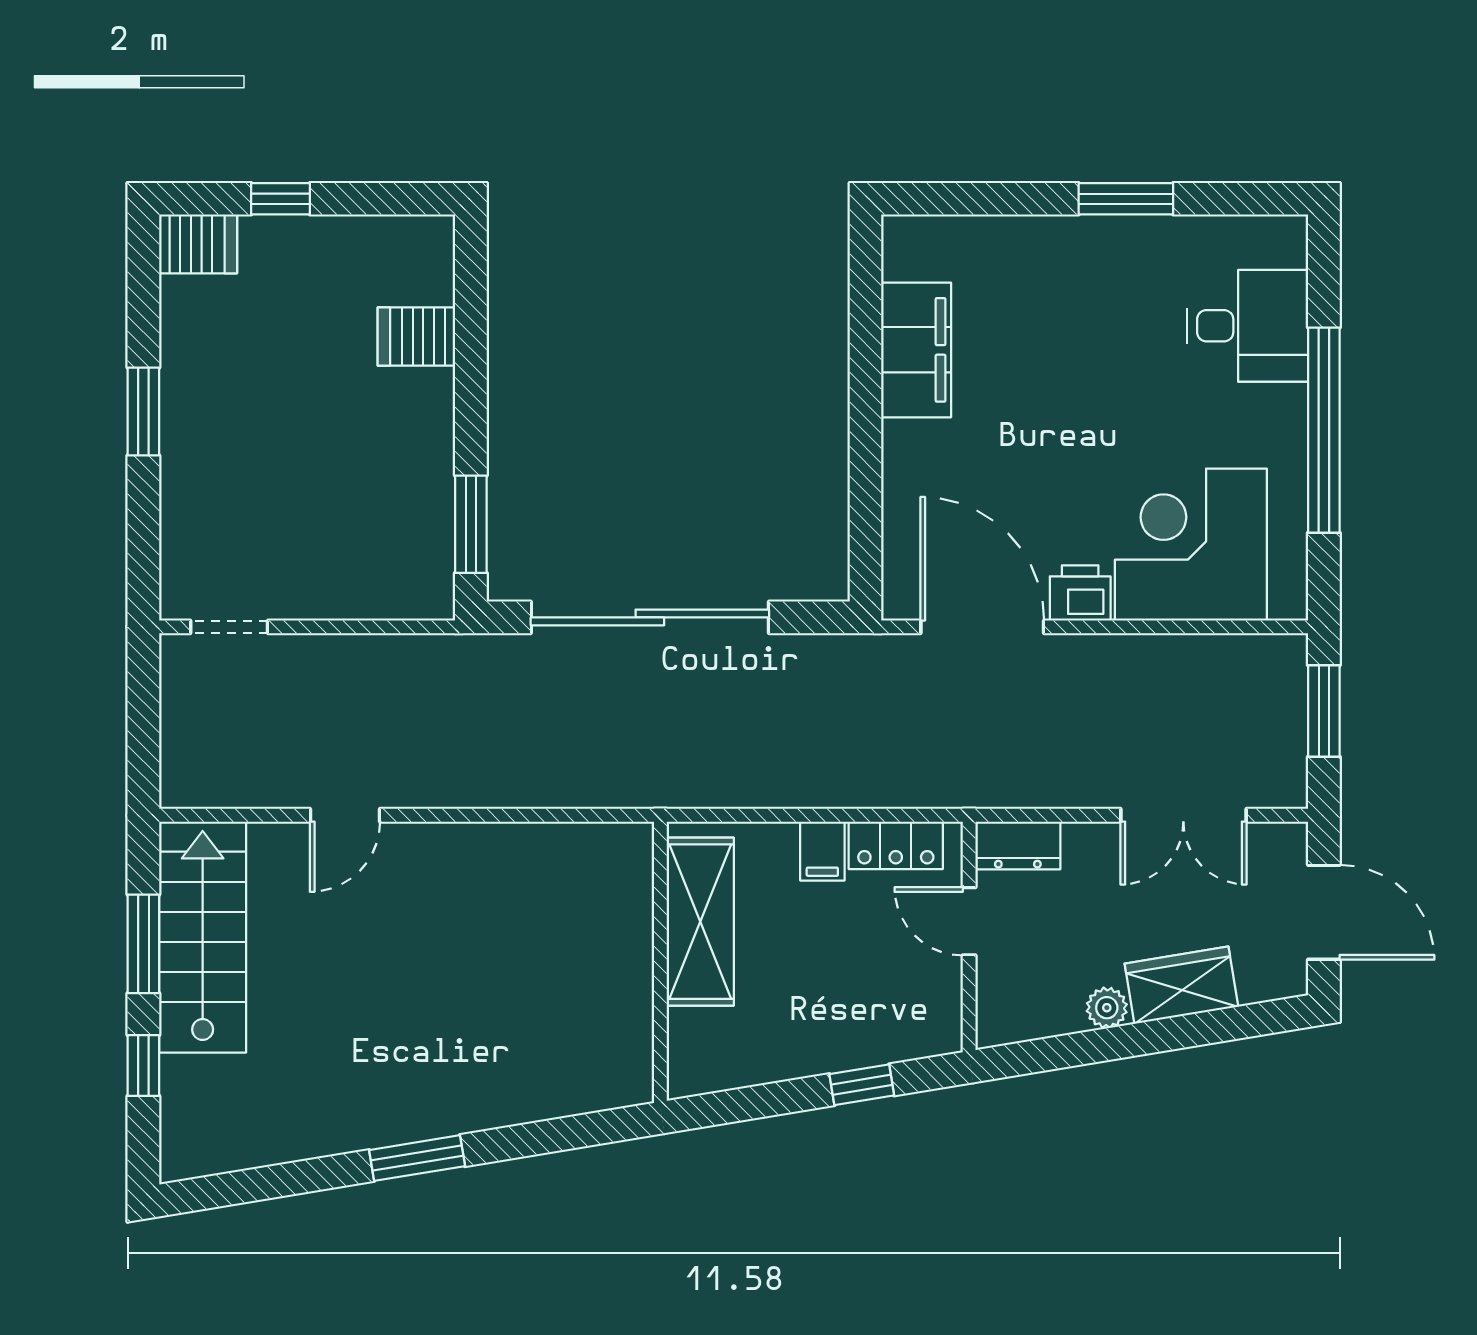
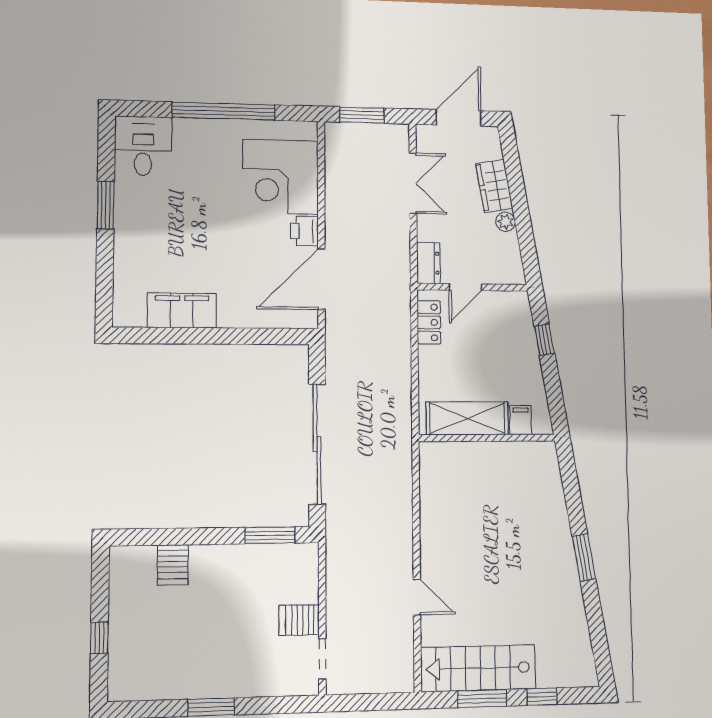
server rack: (198, 244) -> (299, 620), moved, turned -90
desk: (1248, 326) -> (143, 146), moved
filing cabinet: (822, 851) -> (521, 420), moved, turned -90

